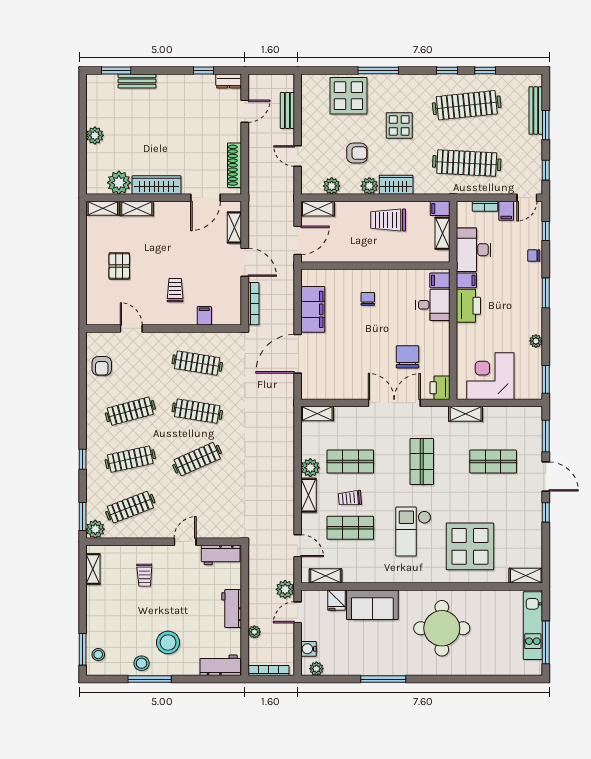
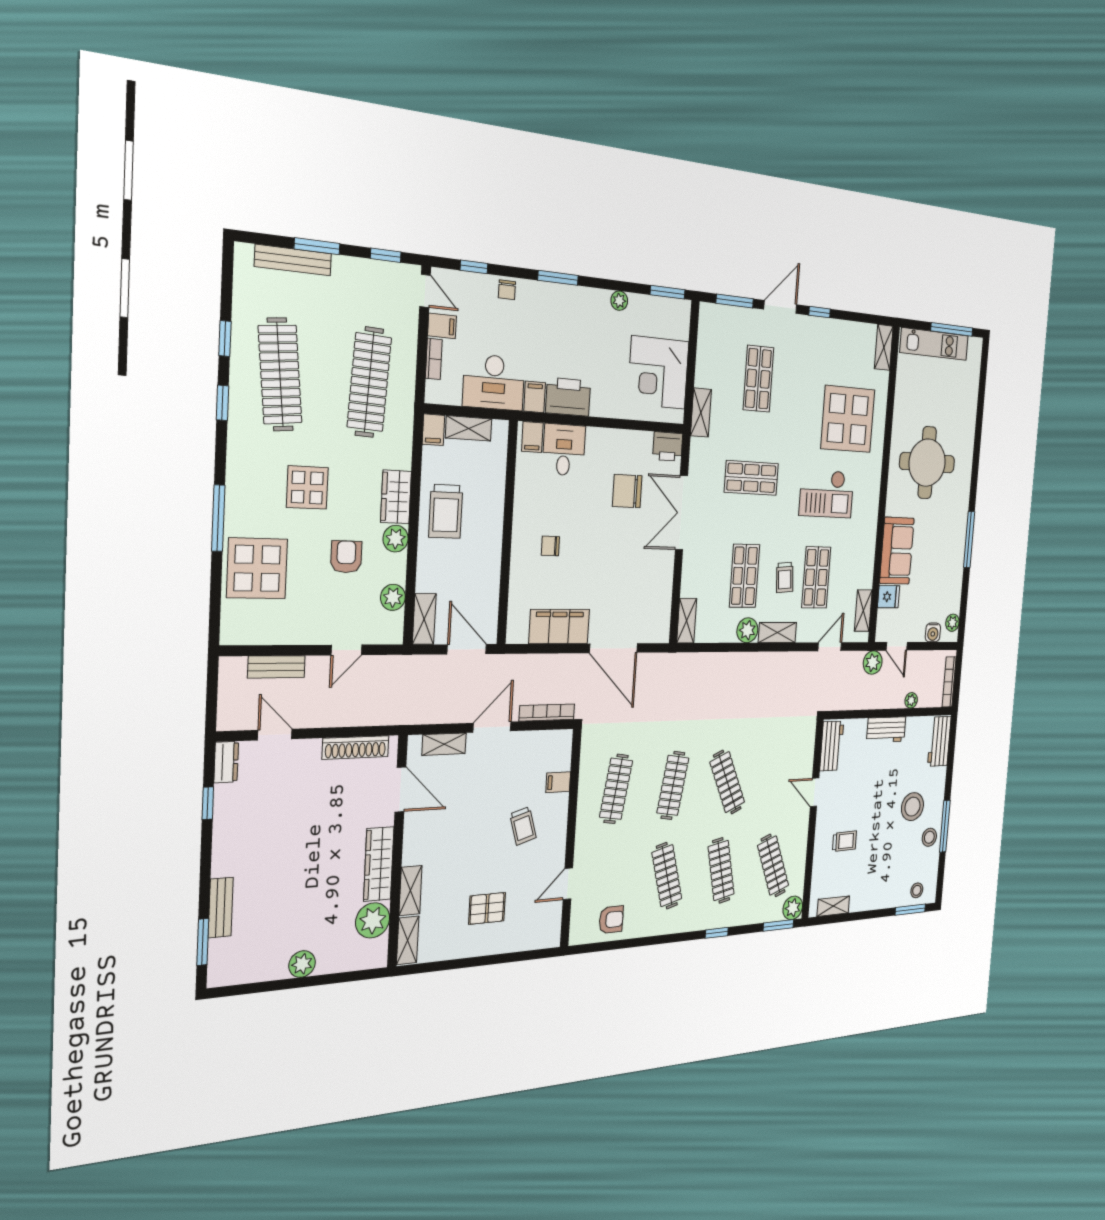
trolley: (175, 290) -> (523, 826), turned -107

